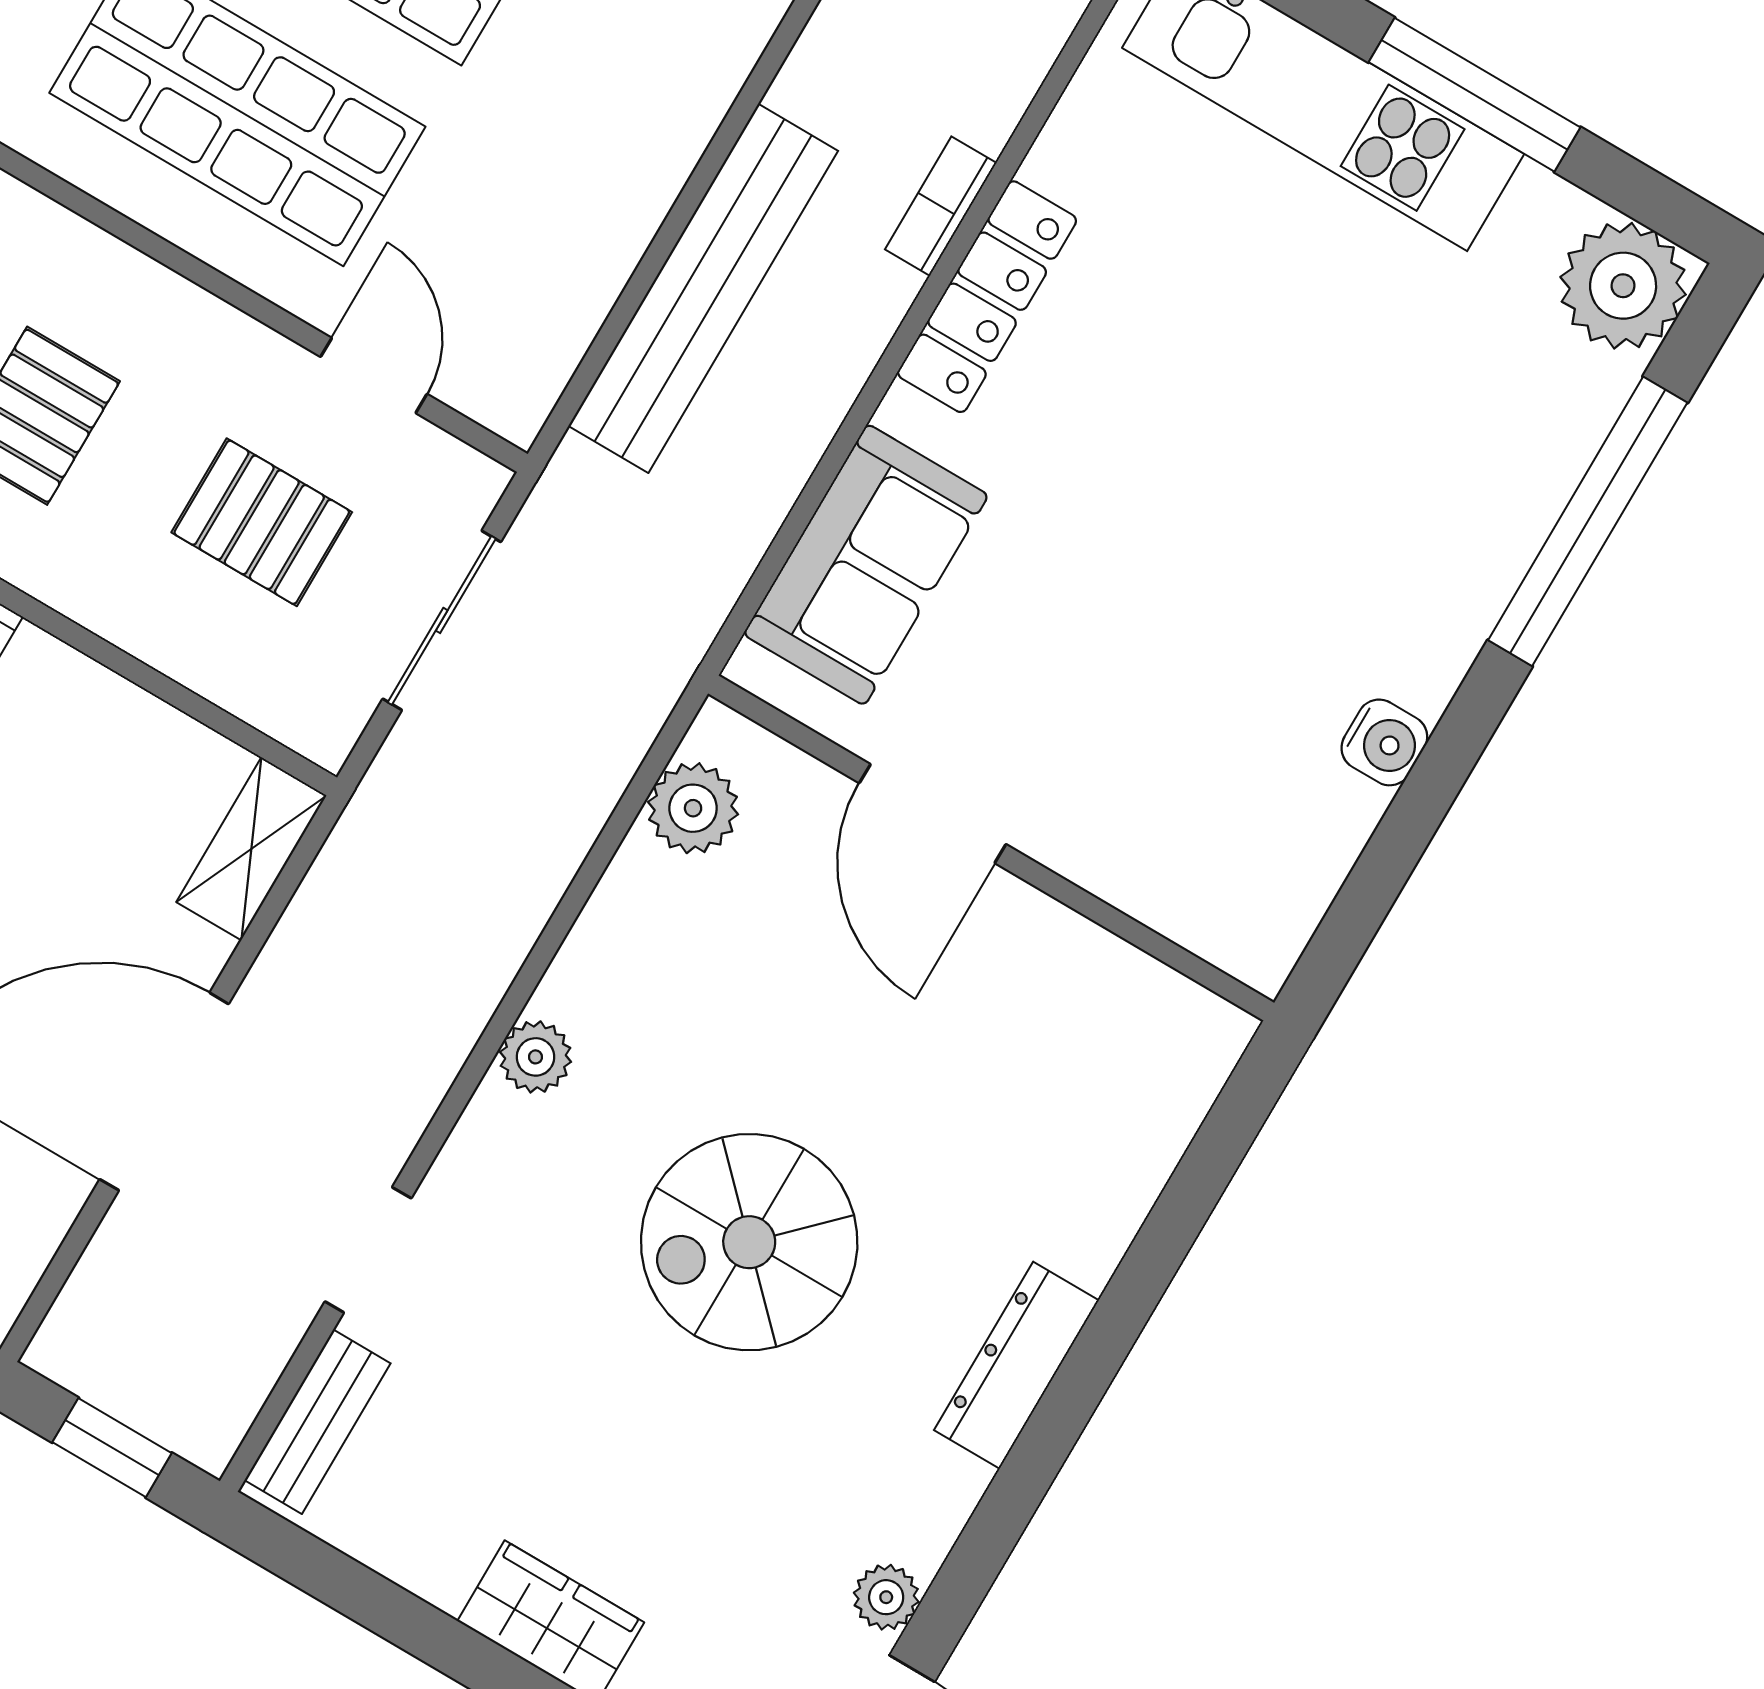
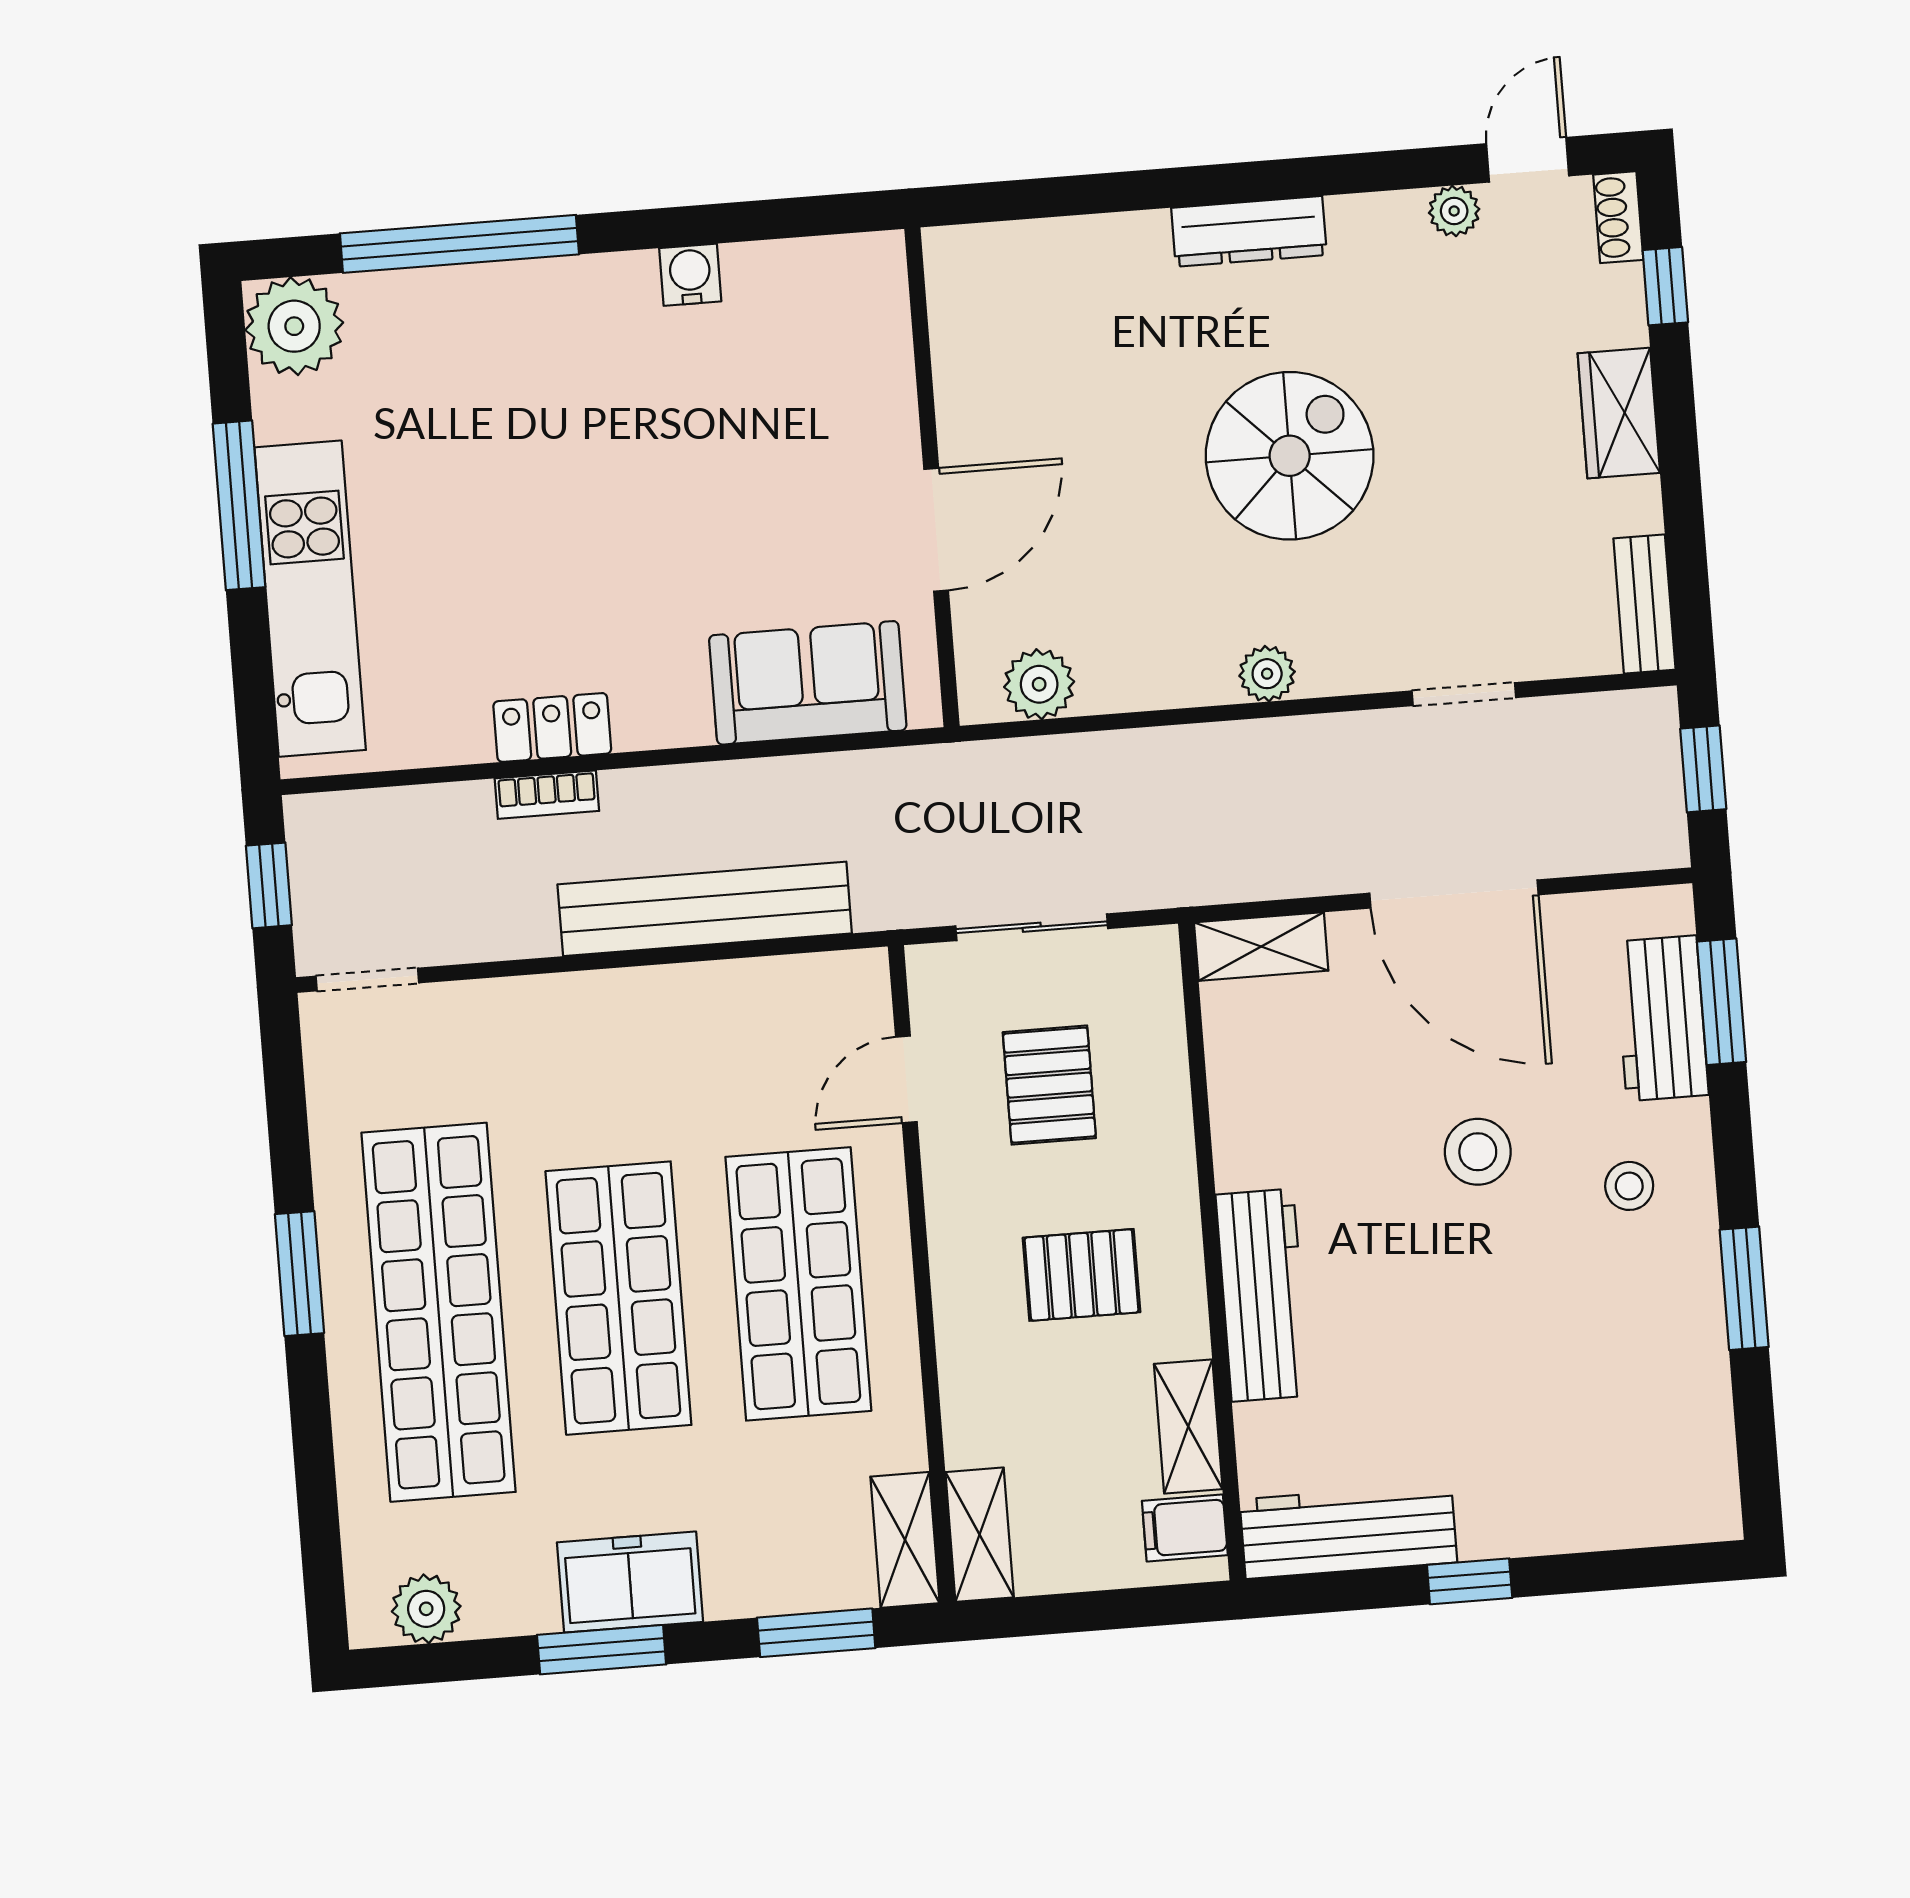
locker: (987, 297) -> (552, 727), width x0.66
spiral stairs: (749, 1242) -> (1290, 456), turned -90
bench: (318, 1422) -> (1644, 604), moved, turned 90

